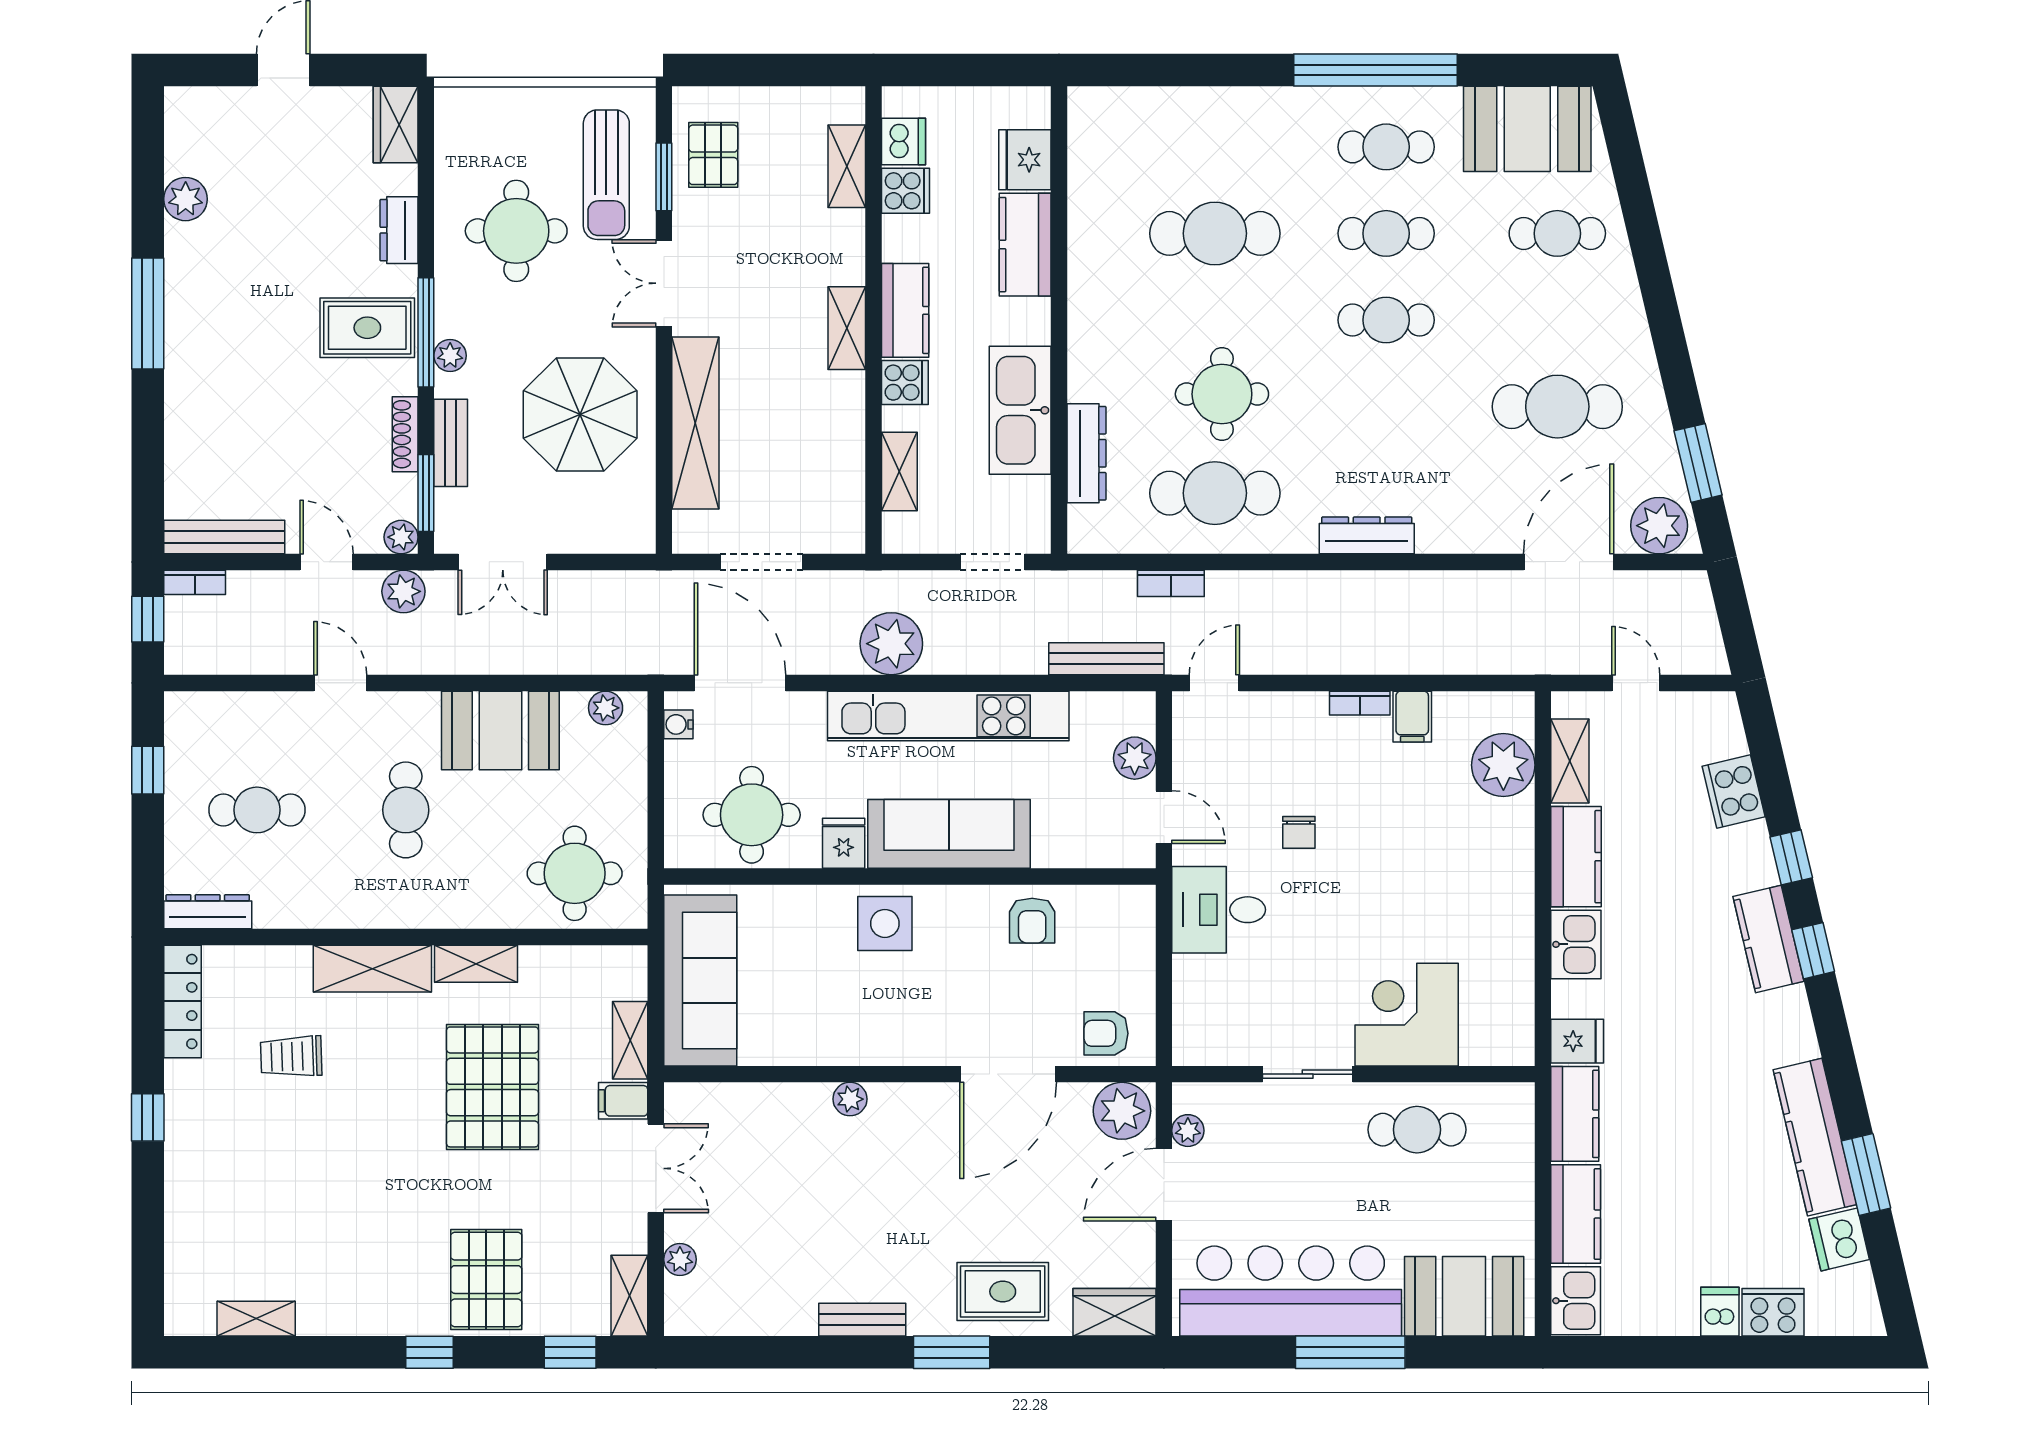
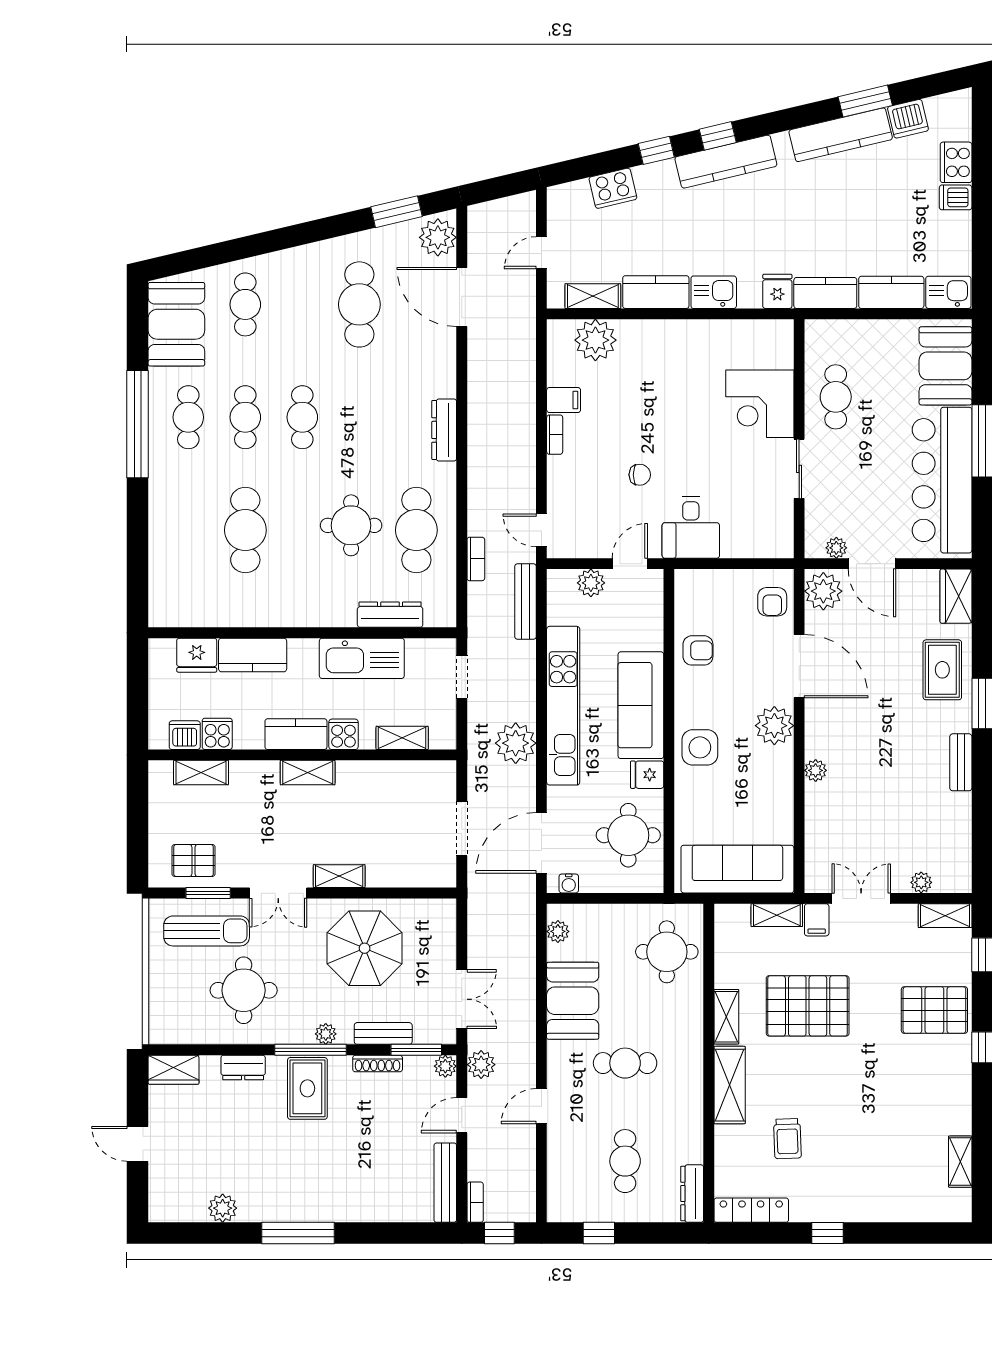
shelving: (695, 423) -> (339, 876), width x0.45, depth x0.75
kitchen counter: (1768, 939) -> (726, 162), width x1.50
plant: (918, 1037) -> (774, 726), added

